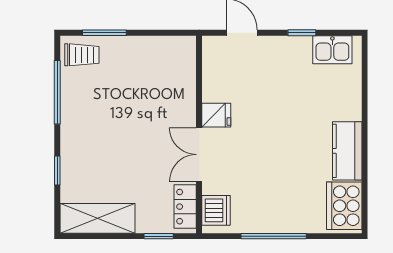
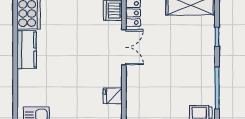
fridge: (216, 115) -> (113, 96), moved

